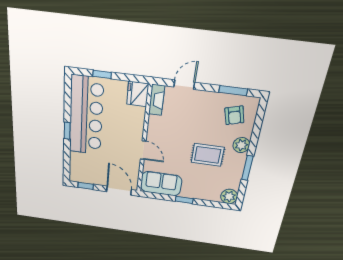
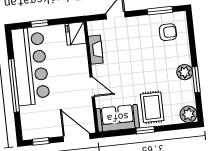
fireplace: (157, 100) -> (96, 50), moved
armchair: (234, 115) -> (168, 32), turned -75
window: (67, 131) -> (14, 86), width x3.17
plant: (241, 145) -> (185, 72), moved
rug: (208, 155) -> (152, 107), moved, turned 90

